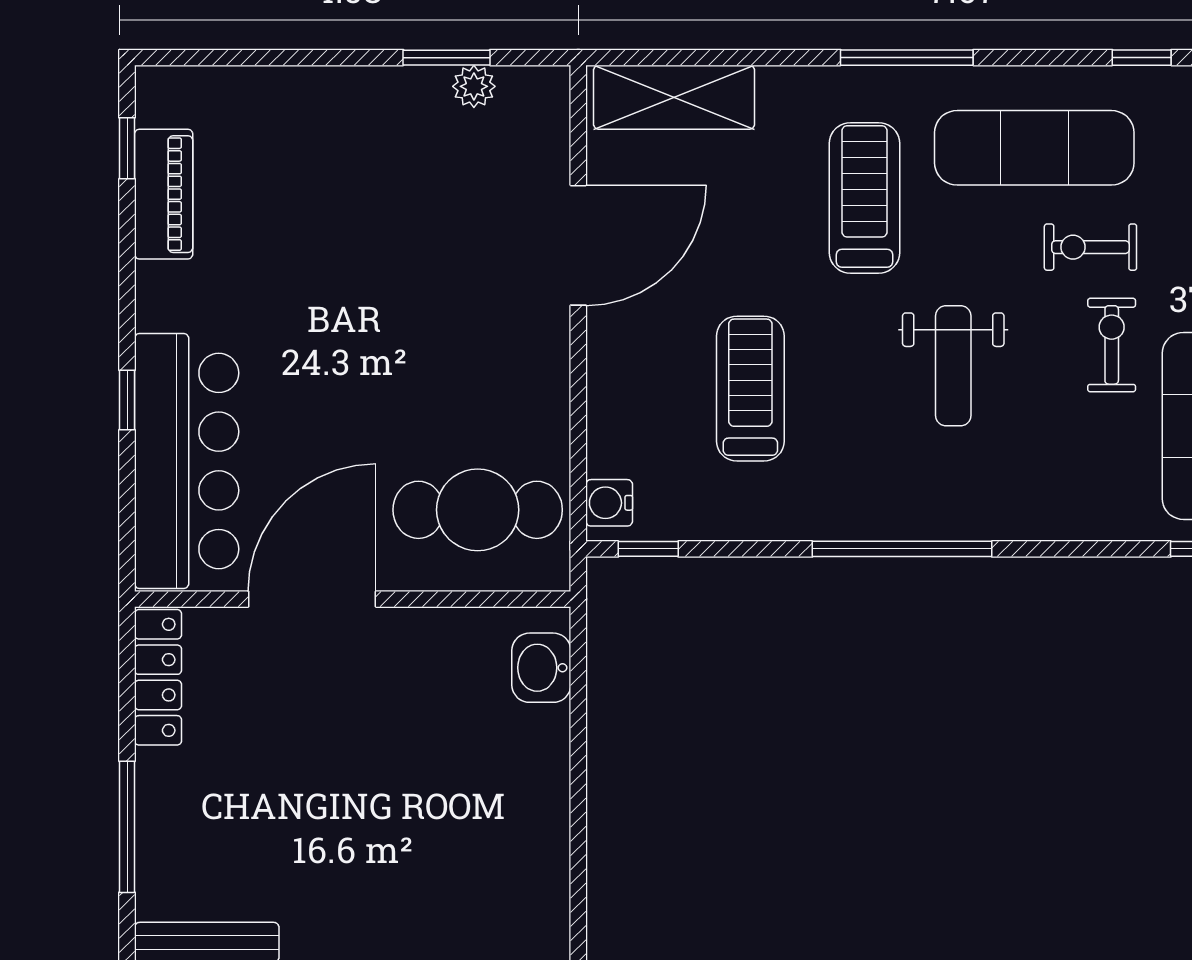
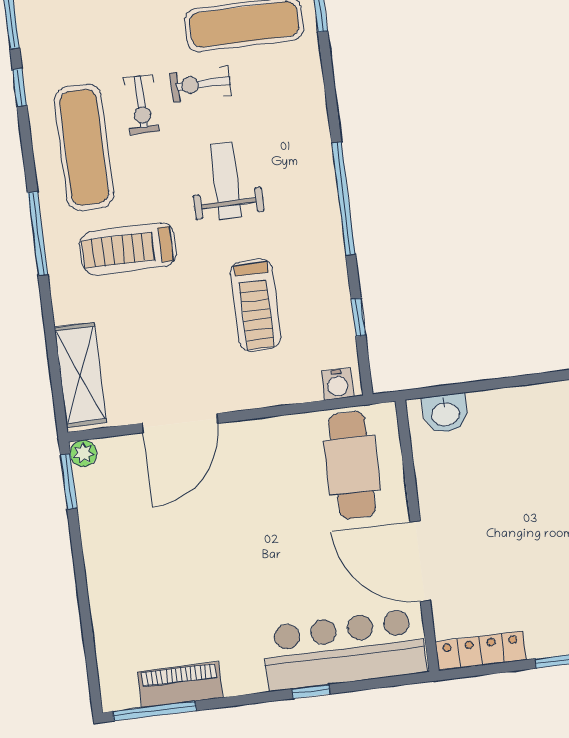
window: (447, 58) -> (69, 482), moved
plant: (474, 86) -> (83, 453), moved
window: (127, 148) -> (154, 711), width x2.17
door: (578, 245) -> (180, 423), swing flipped
weight bench: (953, 366) -> (226, 181), turned -90
treadmill: (750, 389) -> (256, 305), turned -90
window: (648, 549) -> (358, 317), moved

